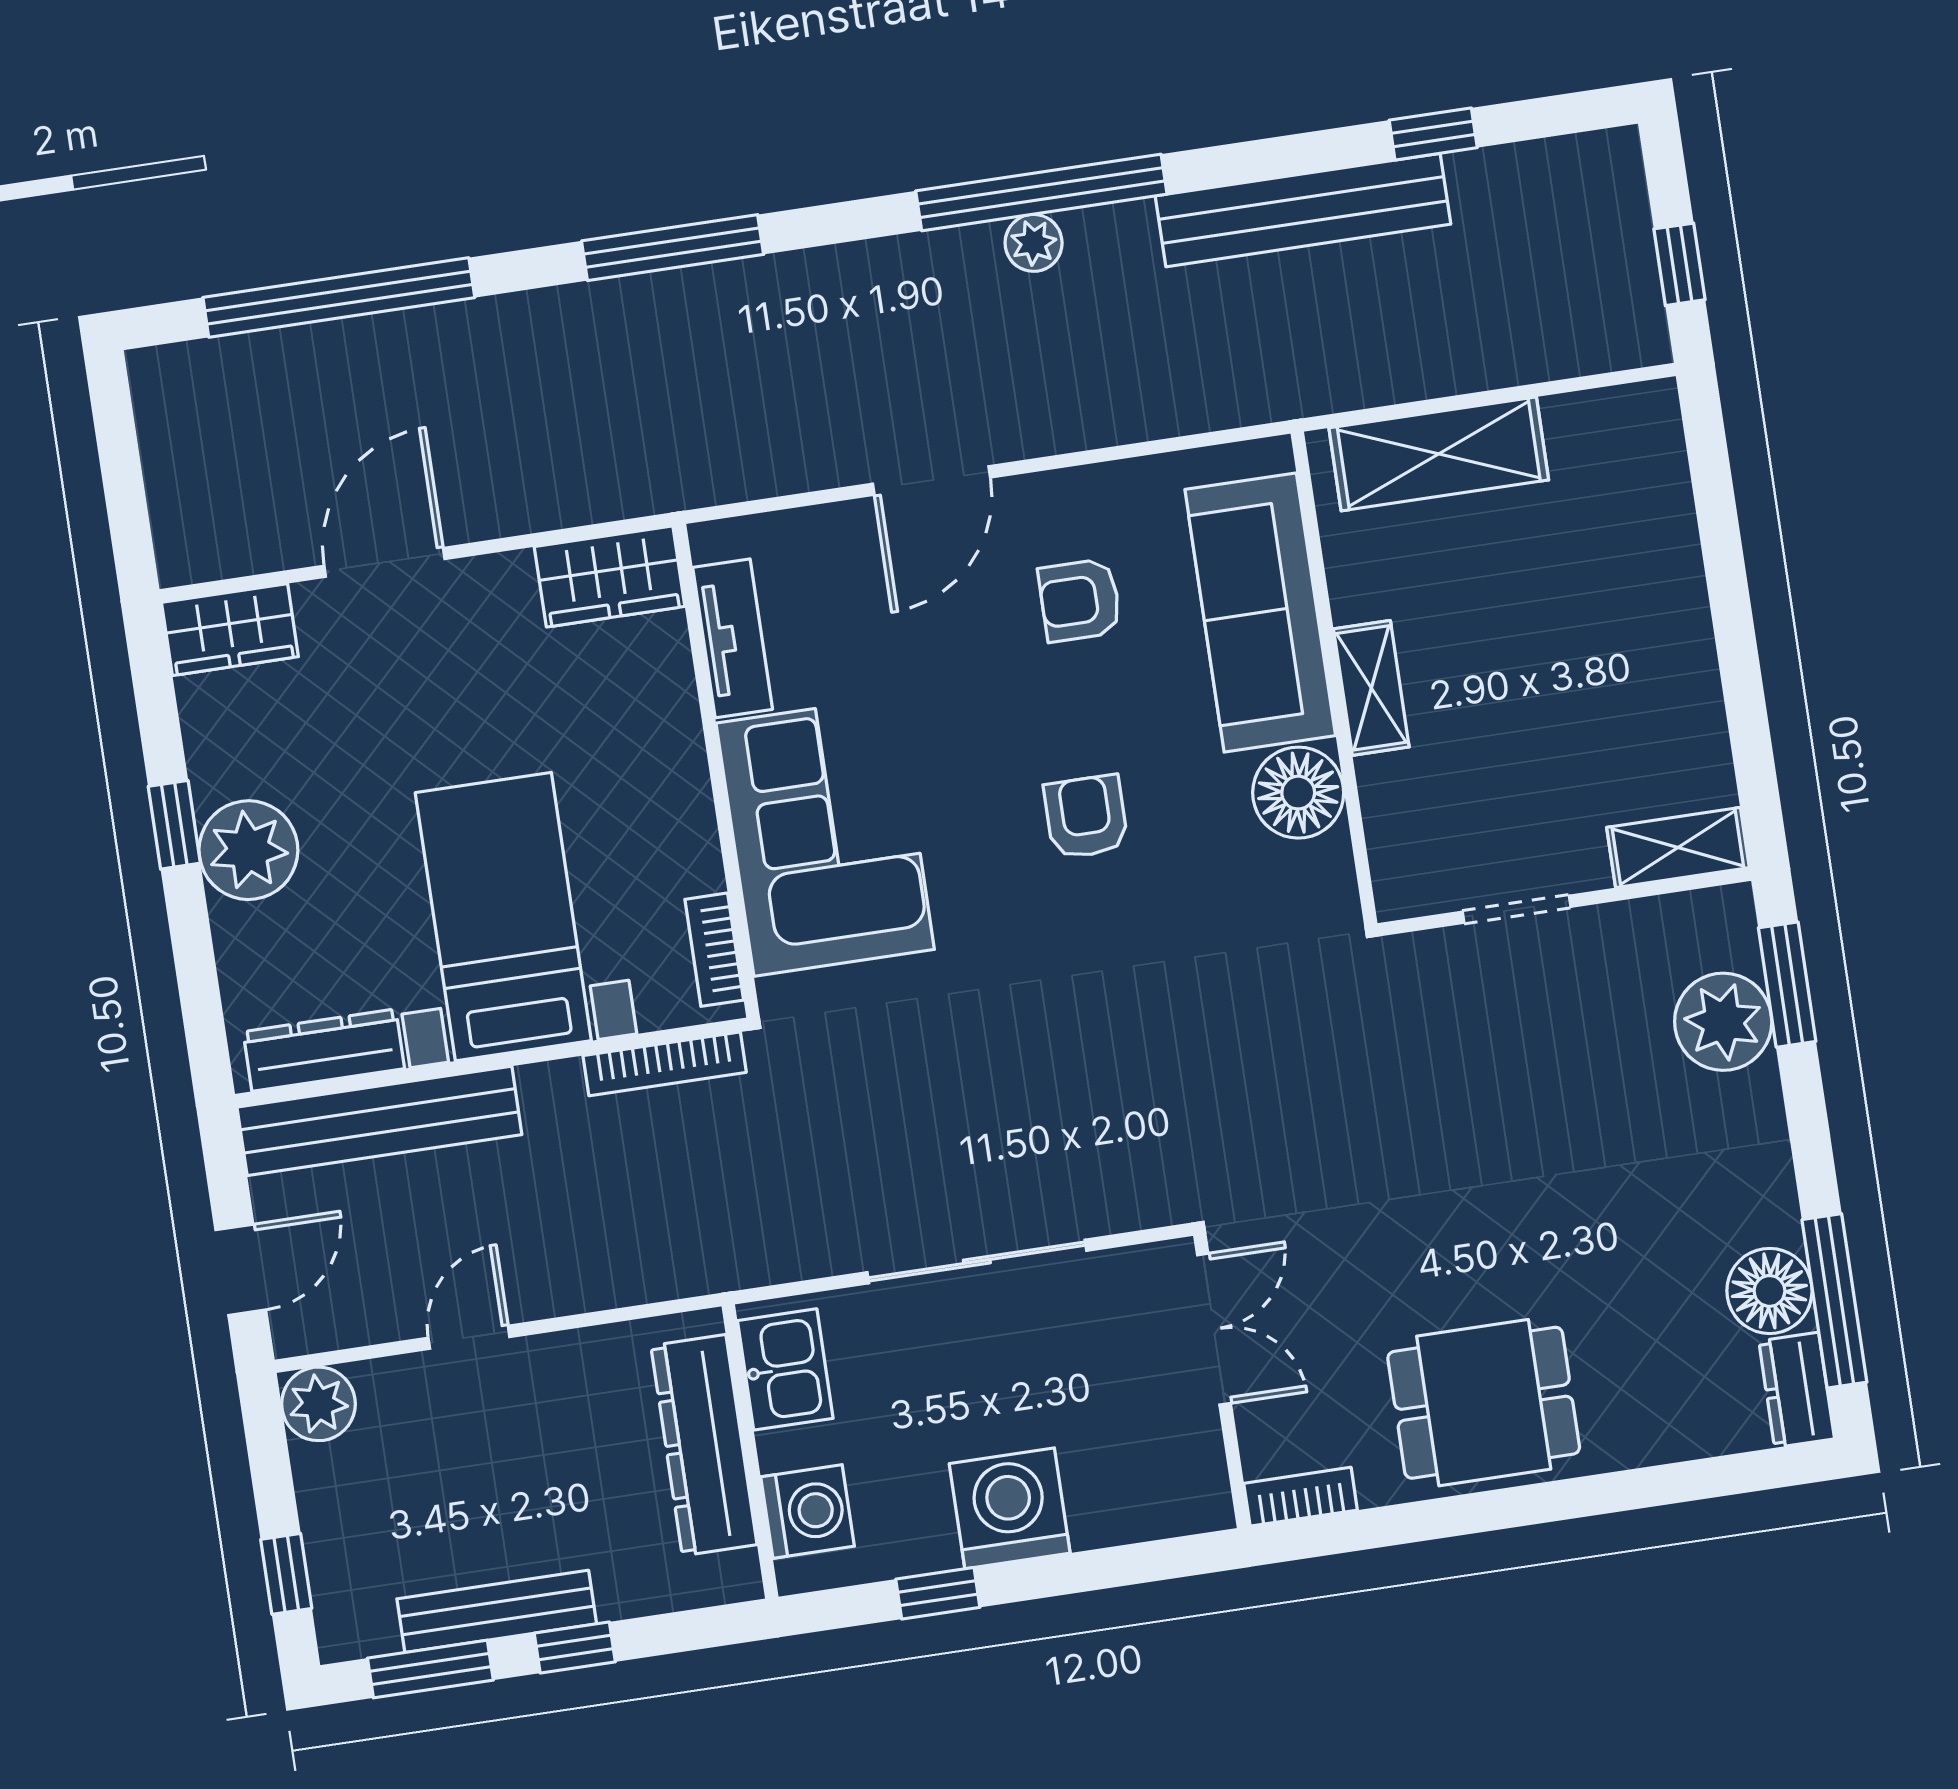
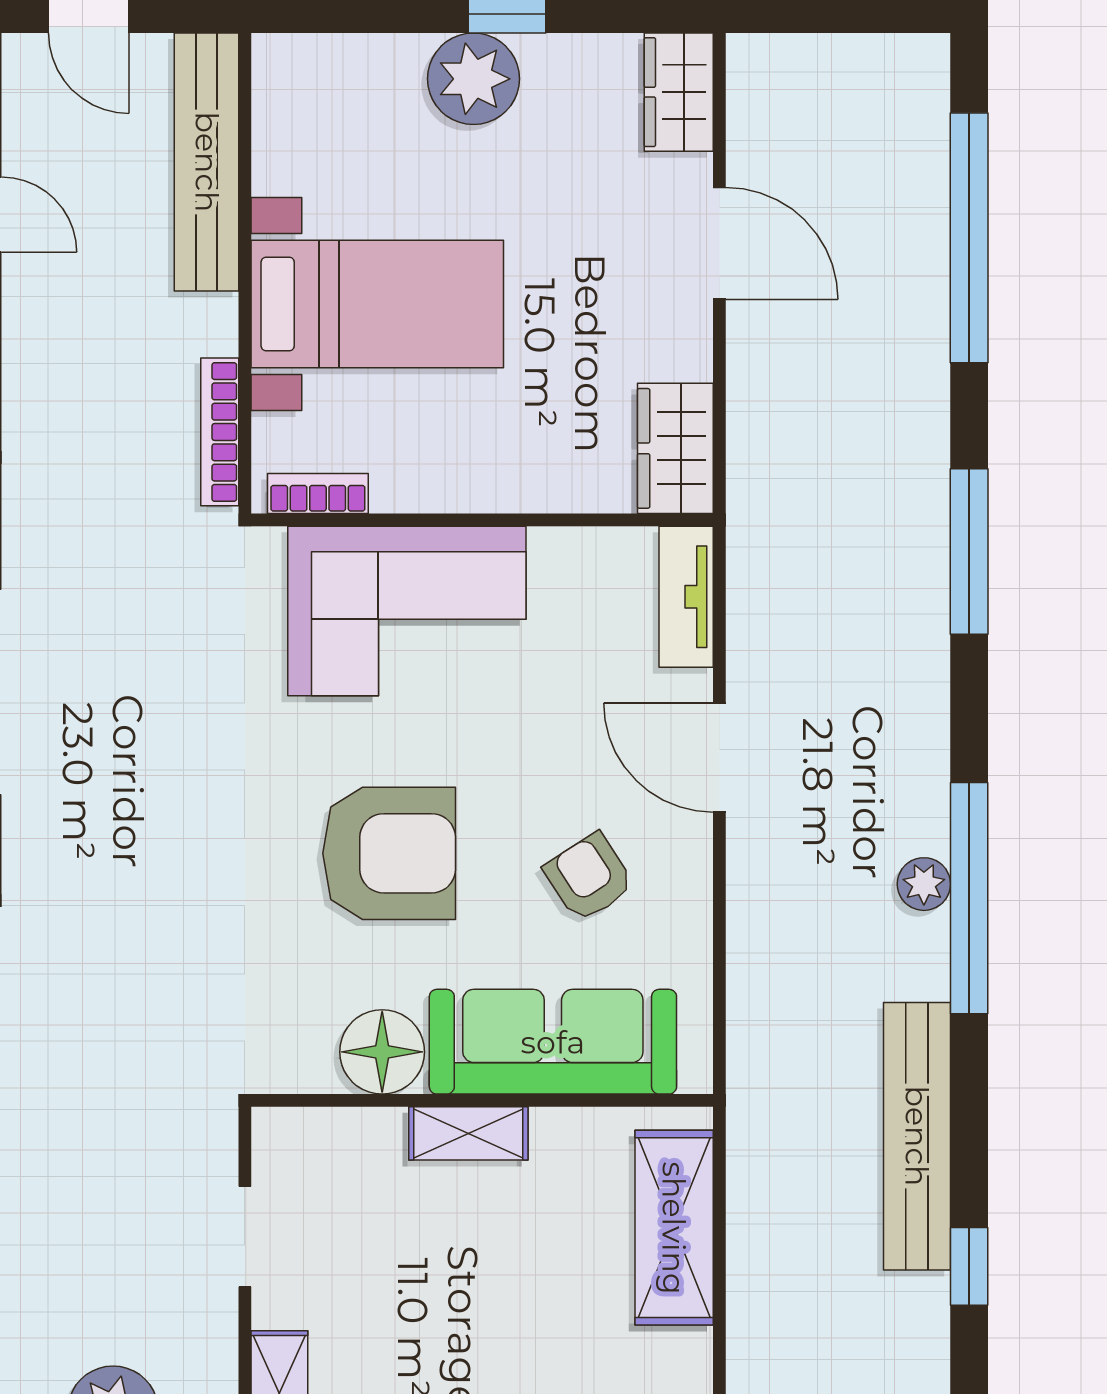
armchair: (1080, 600) -> (589, 877), turned -33
tv unit: (733, 638) -> (686, 597), moved, turned 90
armchair: (1086, 817) -> (389, 853), width x1.88, depth x1.88
dresser: (324, 1050) -> (279, 121), removed

